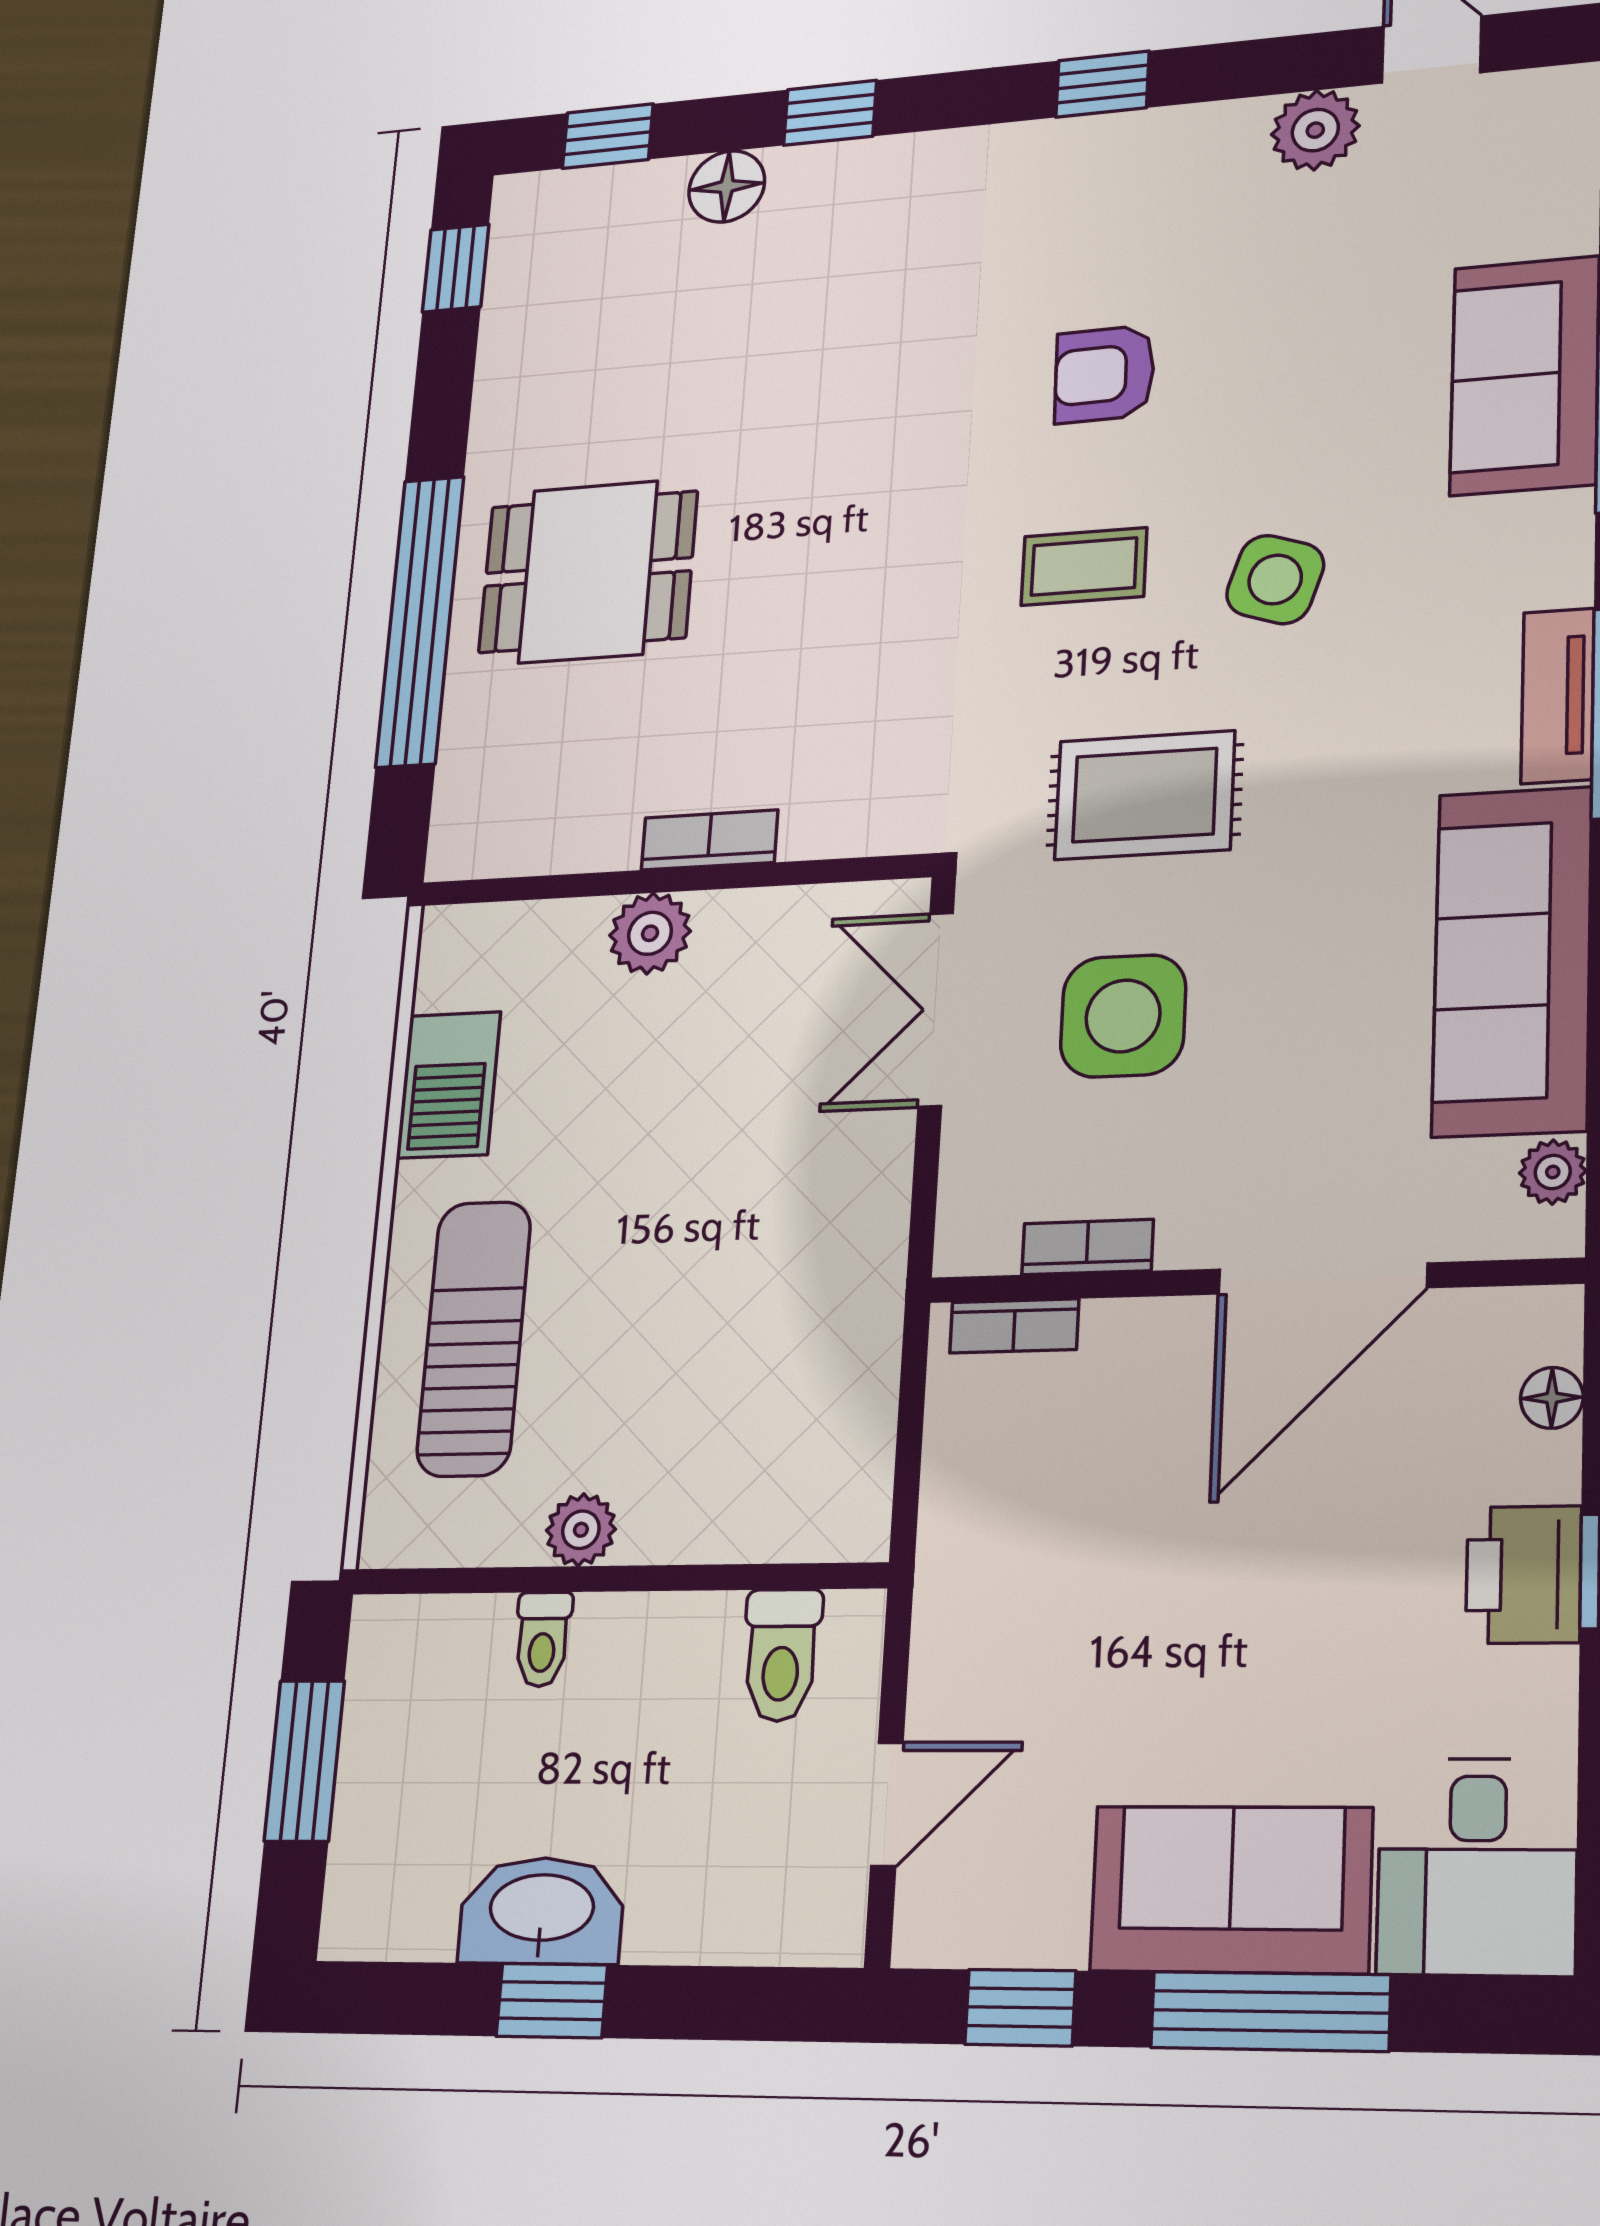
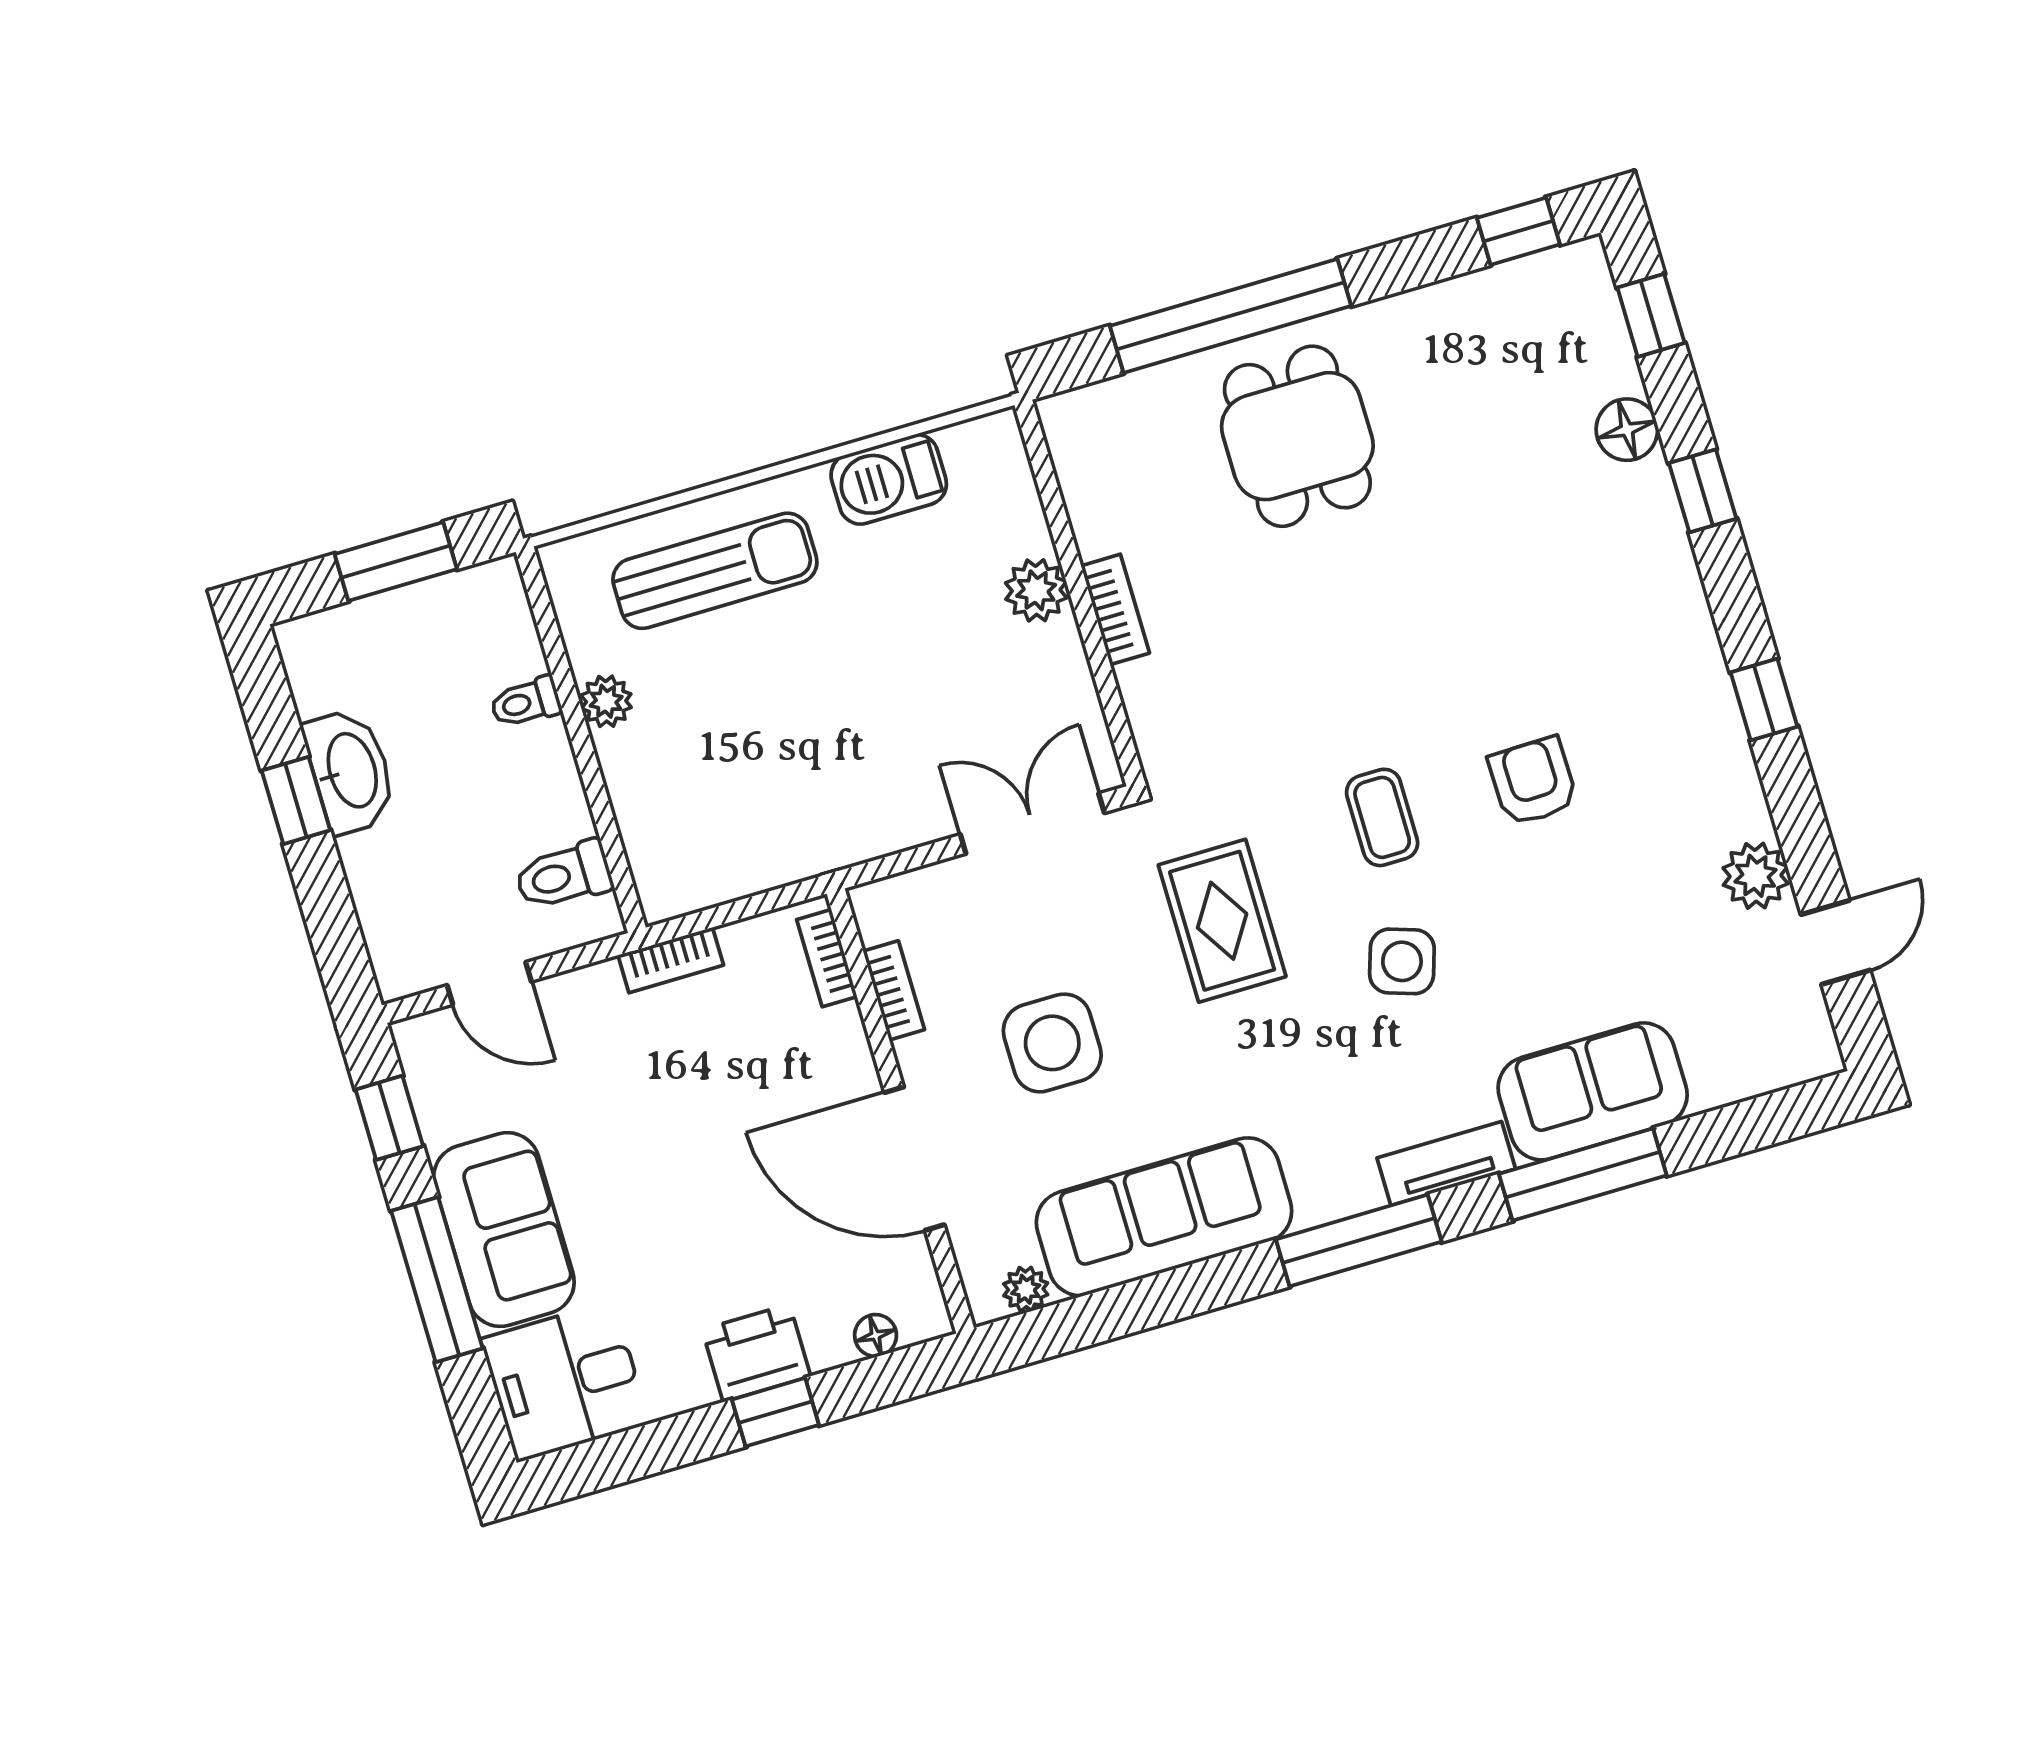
tv unit: (1558, 696) -> (1446, 1163), moved
side table: (1123, 1016) -> (1052, 1043), moved
bookcase: (943, 1540) -> (671, 960), added

